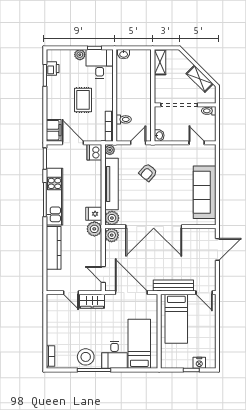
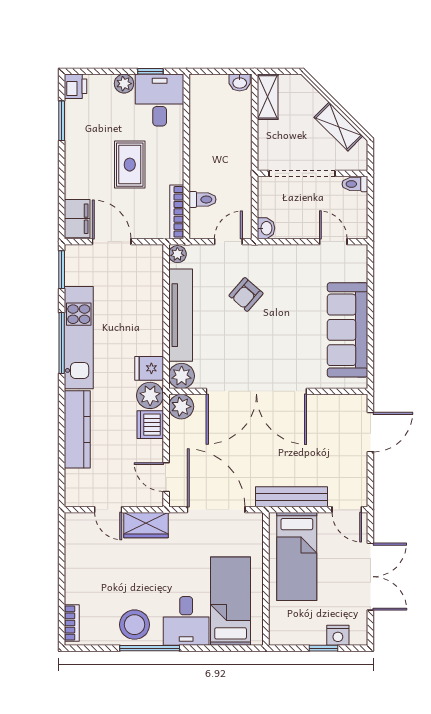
washbasin: (124, 54) -> (240, 82), moved
printer: (53, 69) -> (75, 86), moved
dishwasher: (94, 152) -> (150, 425), moved
double door: (217, 330) -> (370, 577), added

